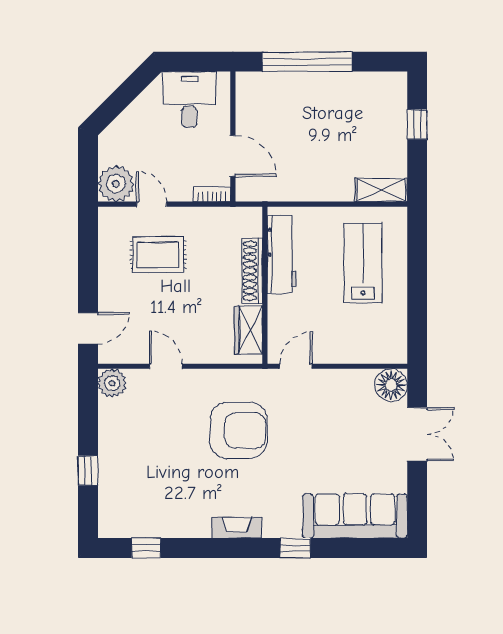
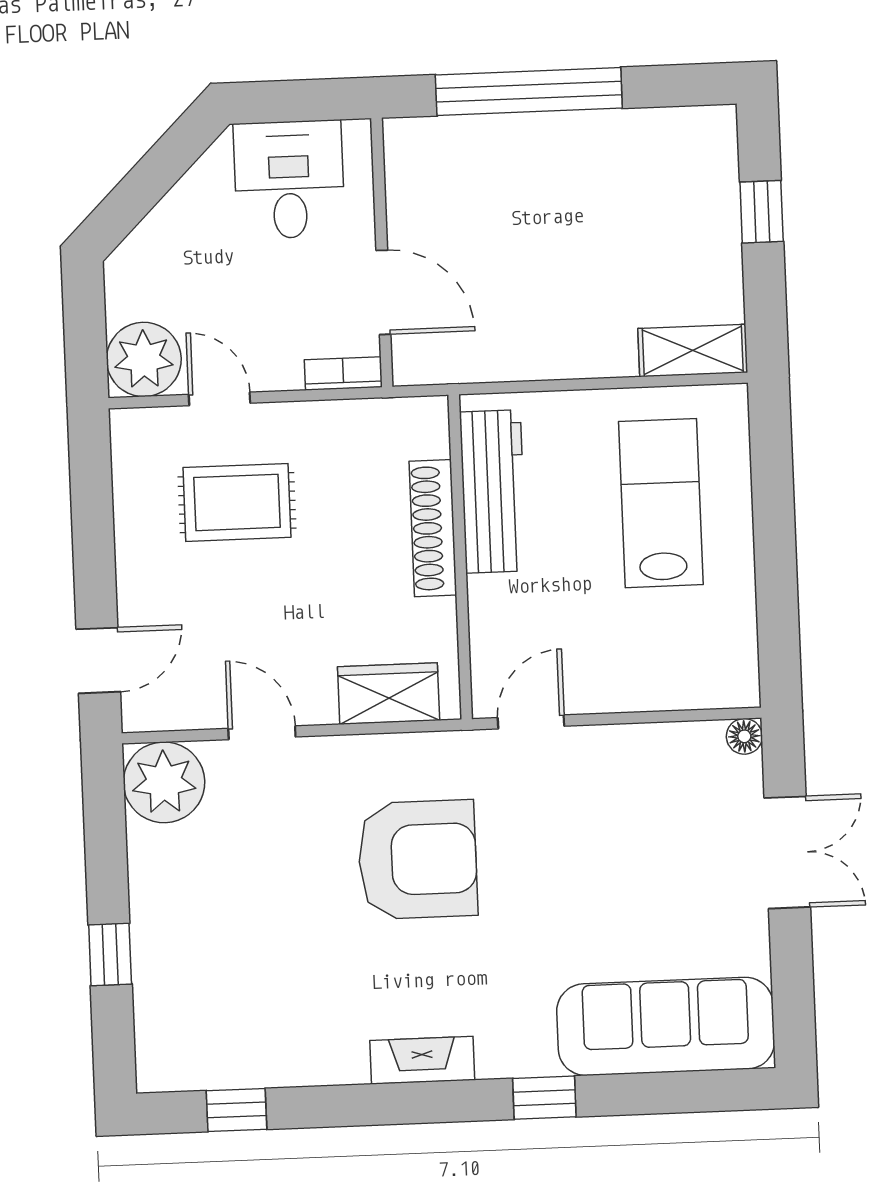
wardrobe: (248, 330) -> (389, 694), moved, turned 90
plant: (112, 383) -> (164, 782), width x1.36, depth x1.36
floor lamp: (391, 385) -> (744, 736), width x0.53, depth x0.53

